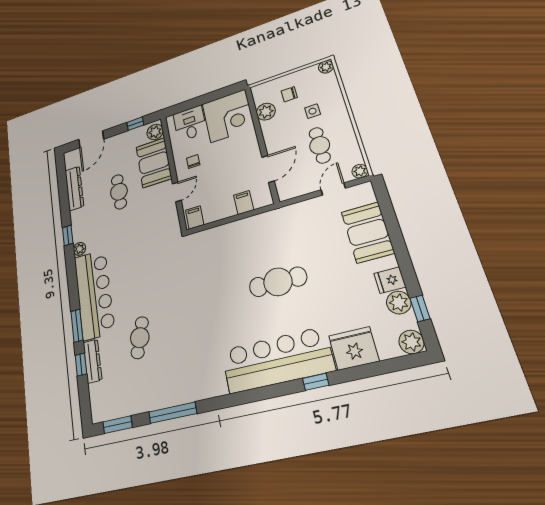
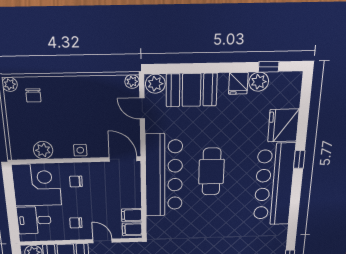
chair: (289, 94) -> (33, 95), moved
side table: (312, 111) -> (80, 150), moved
cafe table: (320, 145) -> (95, 110), removed
chair: (239, 149) -> (76, 181), added
door: (268, 169) -> (123, 159), moved
filing cabinet: (244, 202) -> (132, 215), moved
bar counter: (263, 232) -> (164, 176), added
plant: (411, 342) -> (155, 84), moved

